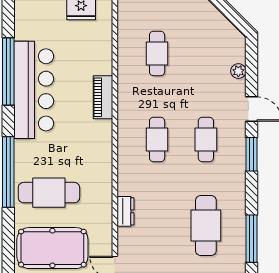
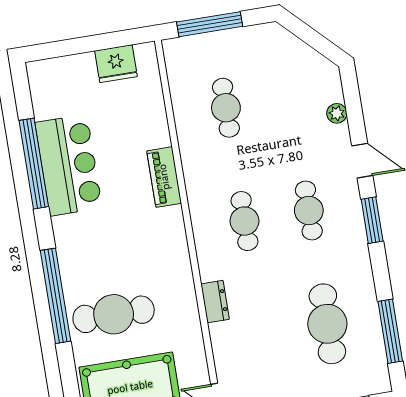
bar counter: (34, 90) -> (69, 165), width x0.73
dresser: (125, 211) -> (215, 302), moved

